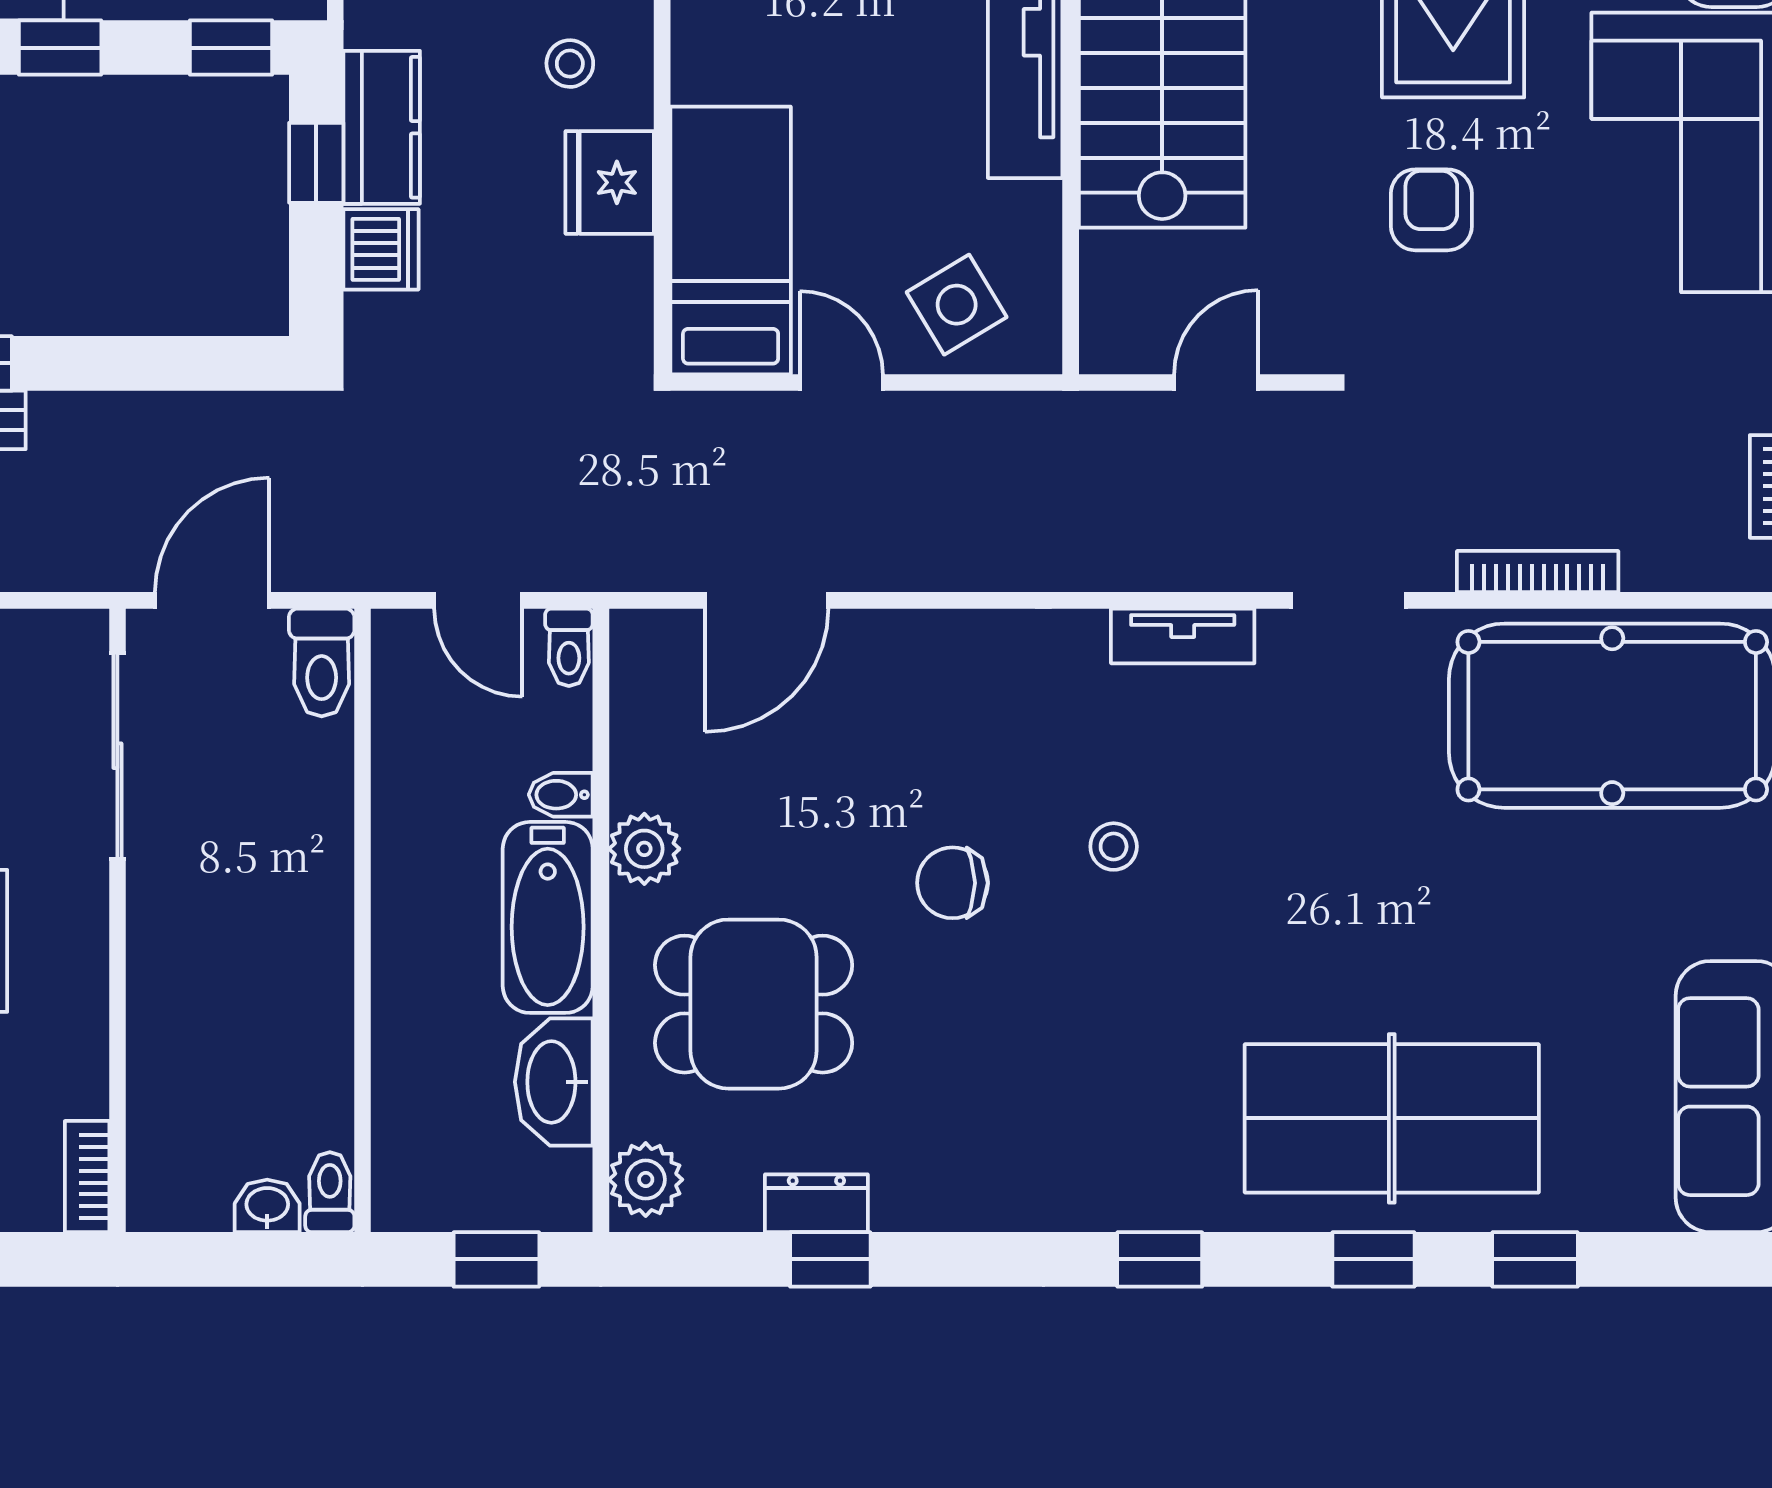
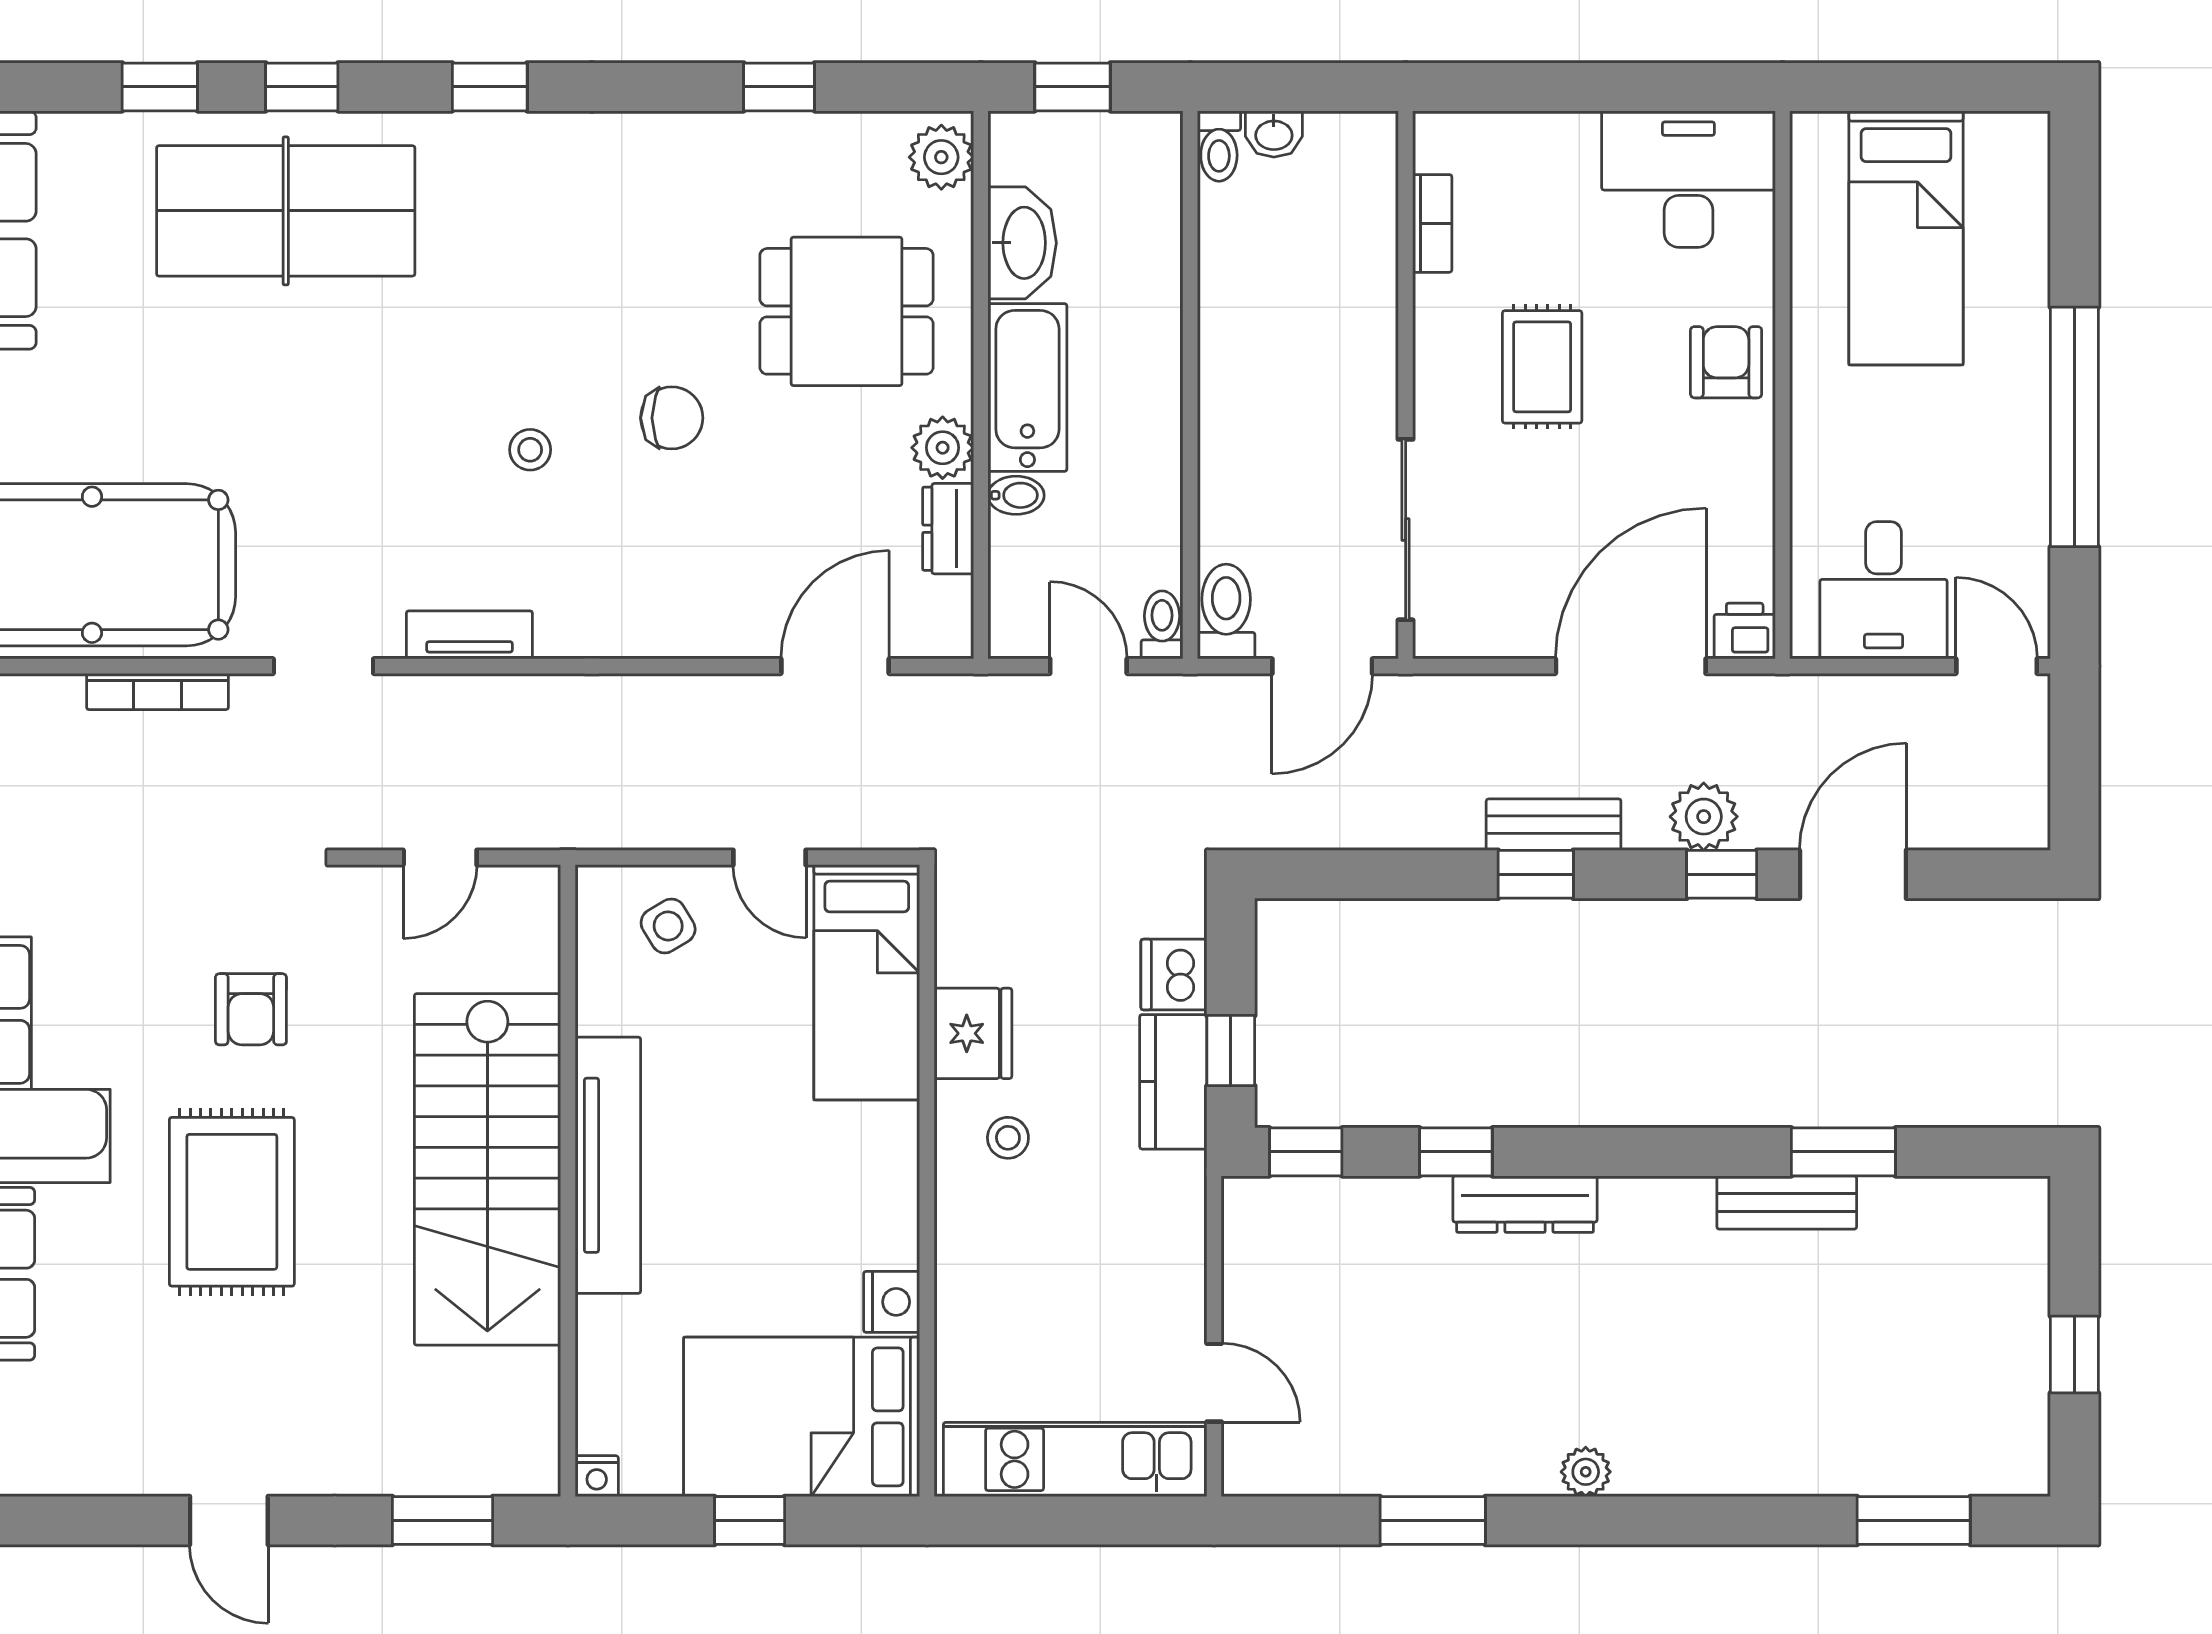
side table: (957, 305) -> (668, 926), width x0.73, depth x0.73
toilet: (569, 647) -> (1162, 625), moved
bookcase: (87, 1177) -> (1432, 223), moved
dresser: (816, 1203) -> (948, 529), moved, turned 90

